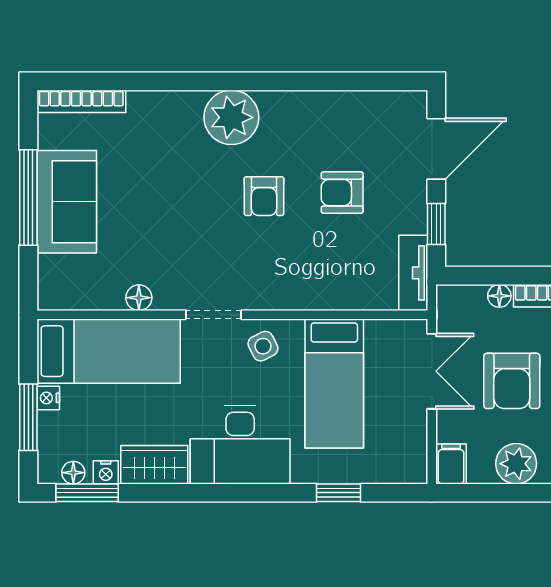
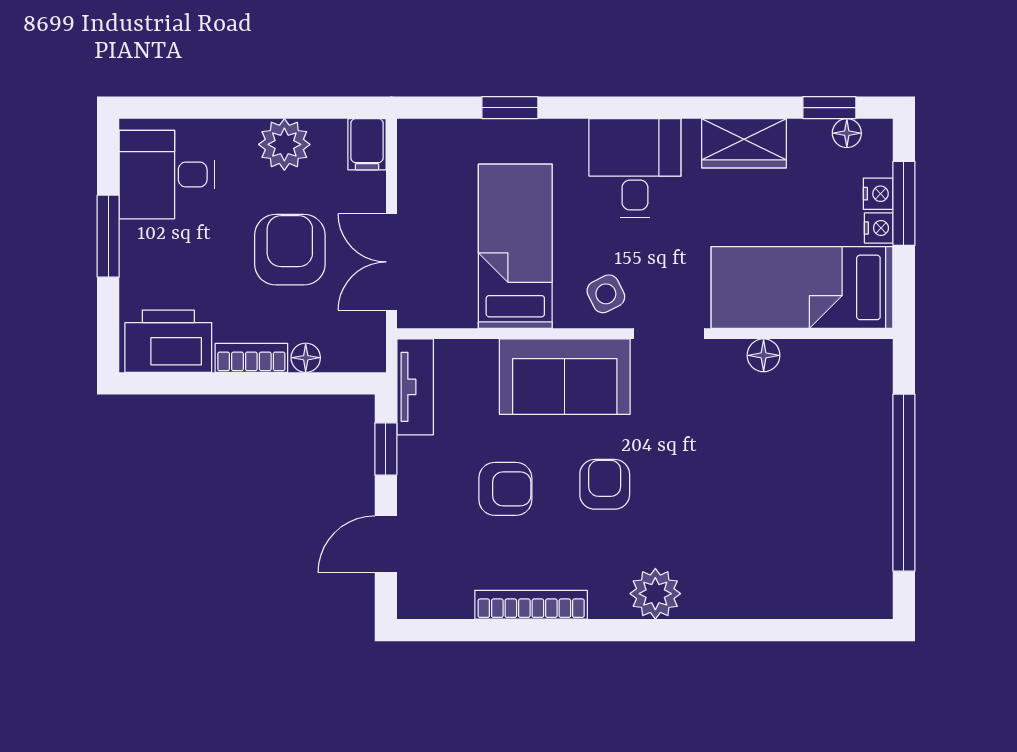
bookcase: (81, 101) -> (531, 605), moved
plant: (231, 117) -> (655, 594), width x0.73, depth x0.73
door: (436, 149) -> (386, 544), width x0.73
window: (28, 198) -> (904, 483), width x1.46
sofa: (67, 202) -> (565, 377), moved, turned -90
desk: (240, 445) -> (635, 168), width x0.73
nightstand: (106, 472) -> (878, 194), moved, turned 90
window: (87, 493) -> (829, 108), width x0.67

